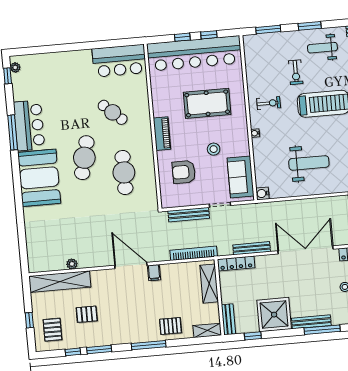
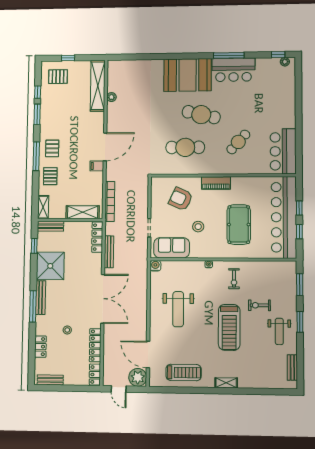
weight bench: (322, 48) -> (279, 331), turned 180
armchair: (184, 172) -> (181, 199), turned -65
bench: (189, 215) -> (143, 200), removed
pallet: (87, 314) -> (52, 148), moved

